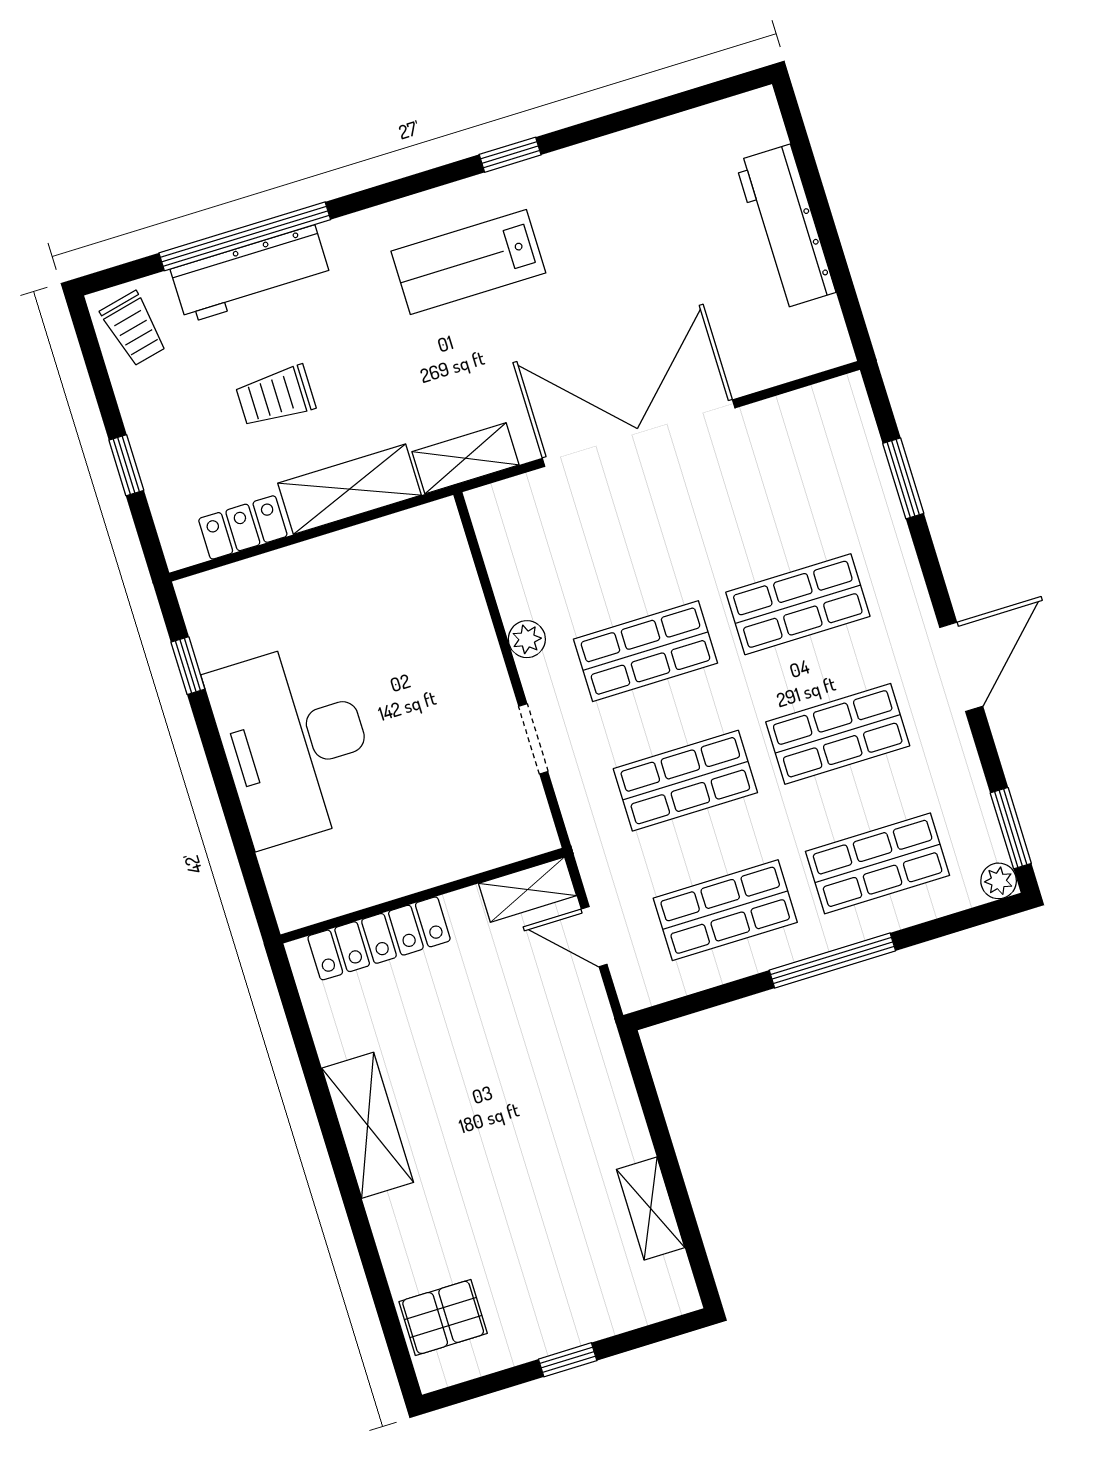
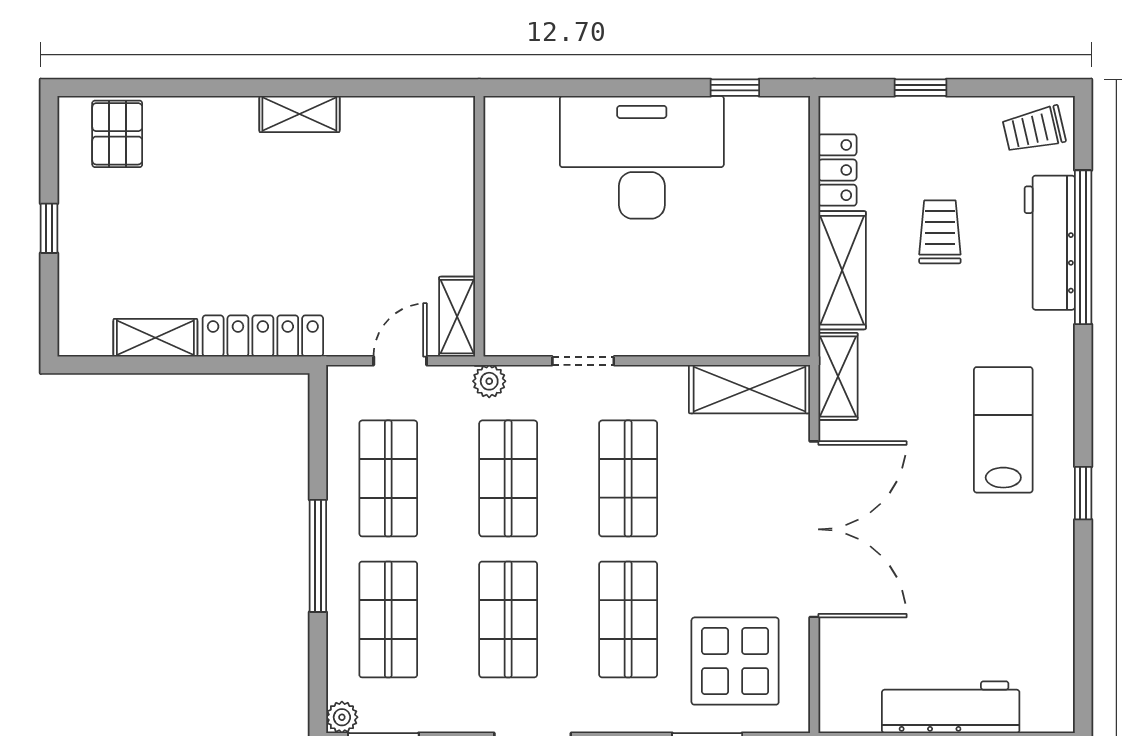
display table: (807, 475) -> (735, 661), added
shelving: (509, 550) -> (749, 389), added
plant: (527, 639) -> (489, 381), moved
locker: (379, 938) -> (263, 336), moved, turned 90
shelving: (368, 1125) -> (299, 114), width x0.67, depth x0.75

